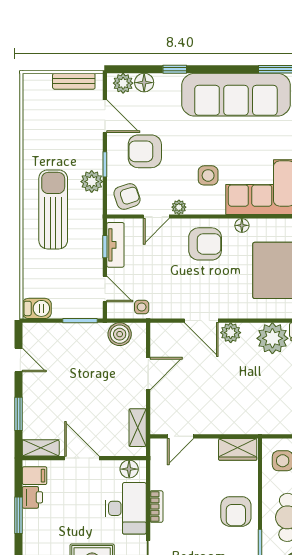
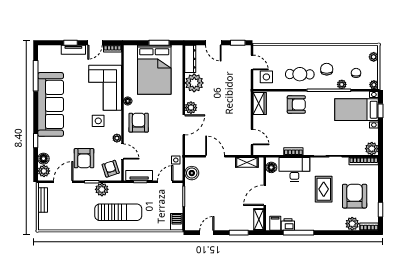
sun lounger: (53, 209) -> (118, 212), turned 180
window: (18, 515) -> (298, 233), width x1.44

